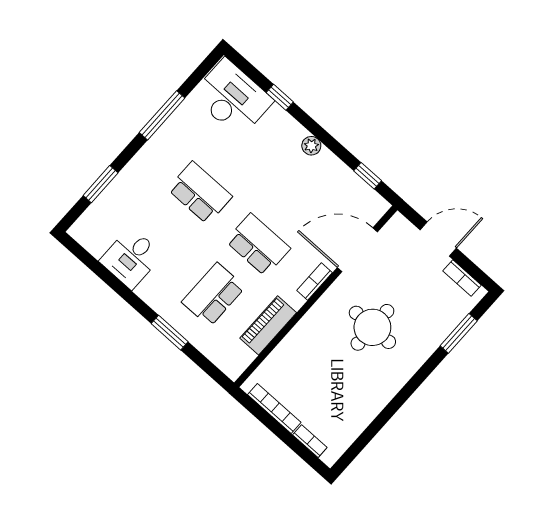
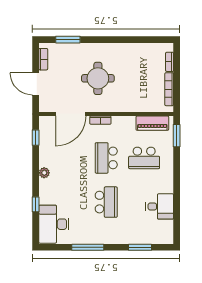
school desk: (200, 193) -> (106, 202), turned 180
door: (357, 250) -> (71, 114), hinge flipped
piano: (268, 325) -> (152, 123), moved
window: (170, 333) -> (177, 136), moved

